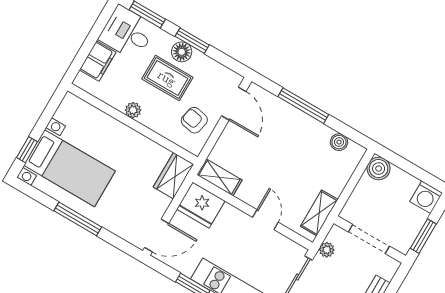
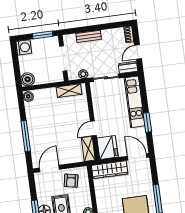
boiler: (339, 142) -> (28, 96), moved
wardrobe: (173, 176) -> (110, 170), width x1.50
door: (265, 220) -> (93, 128), moved

